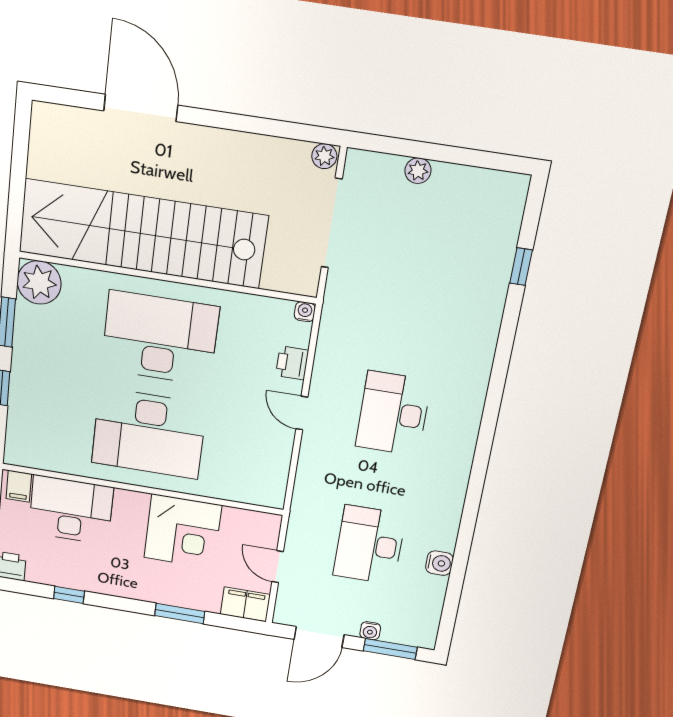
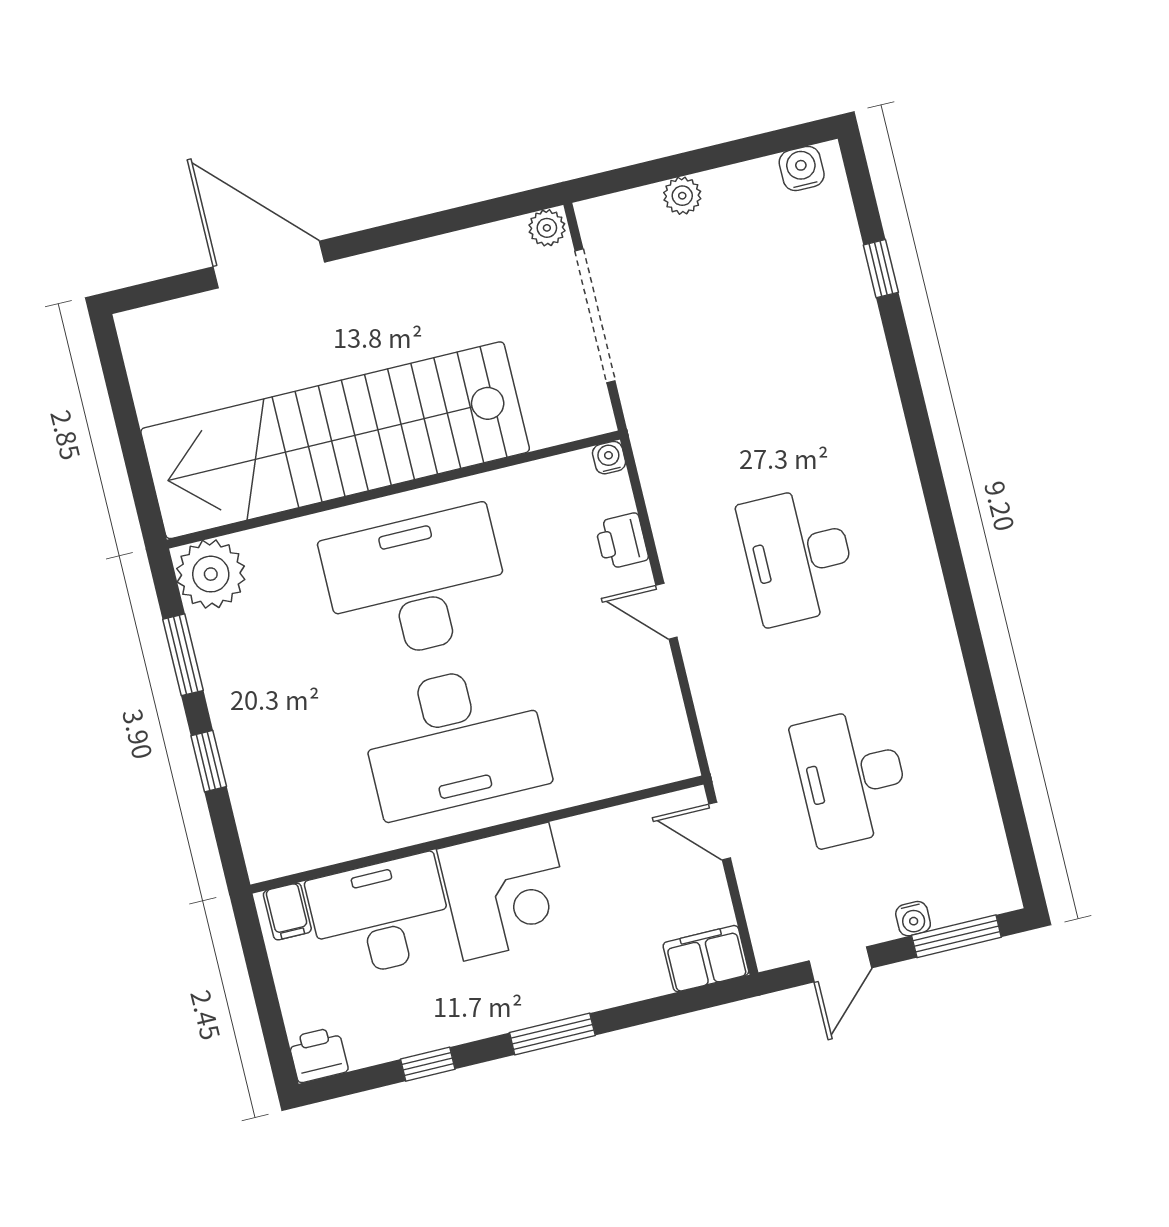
corner desk: (183, 531) -> (506, 892), moved
water cooler: (439, 563) -> (802, 168), moved, turned -90
door: (278, 567) -> (720, 831), moved
window: (180, 614) -> (552, 1034), moved
door: (319, 637) -> (840, 964), width x0.73

